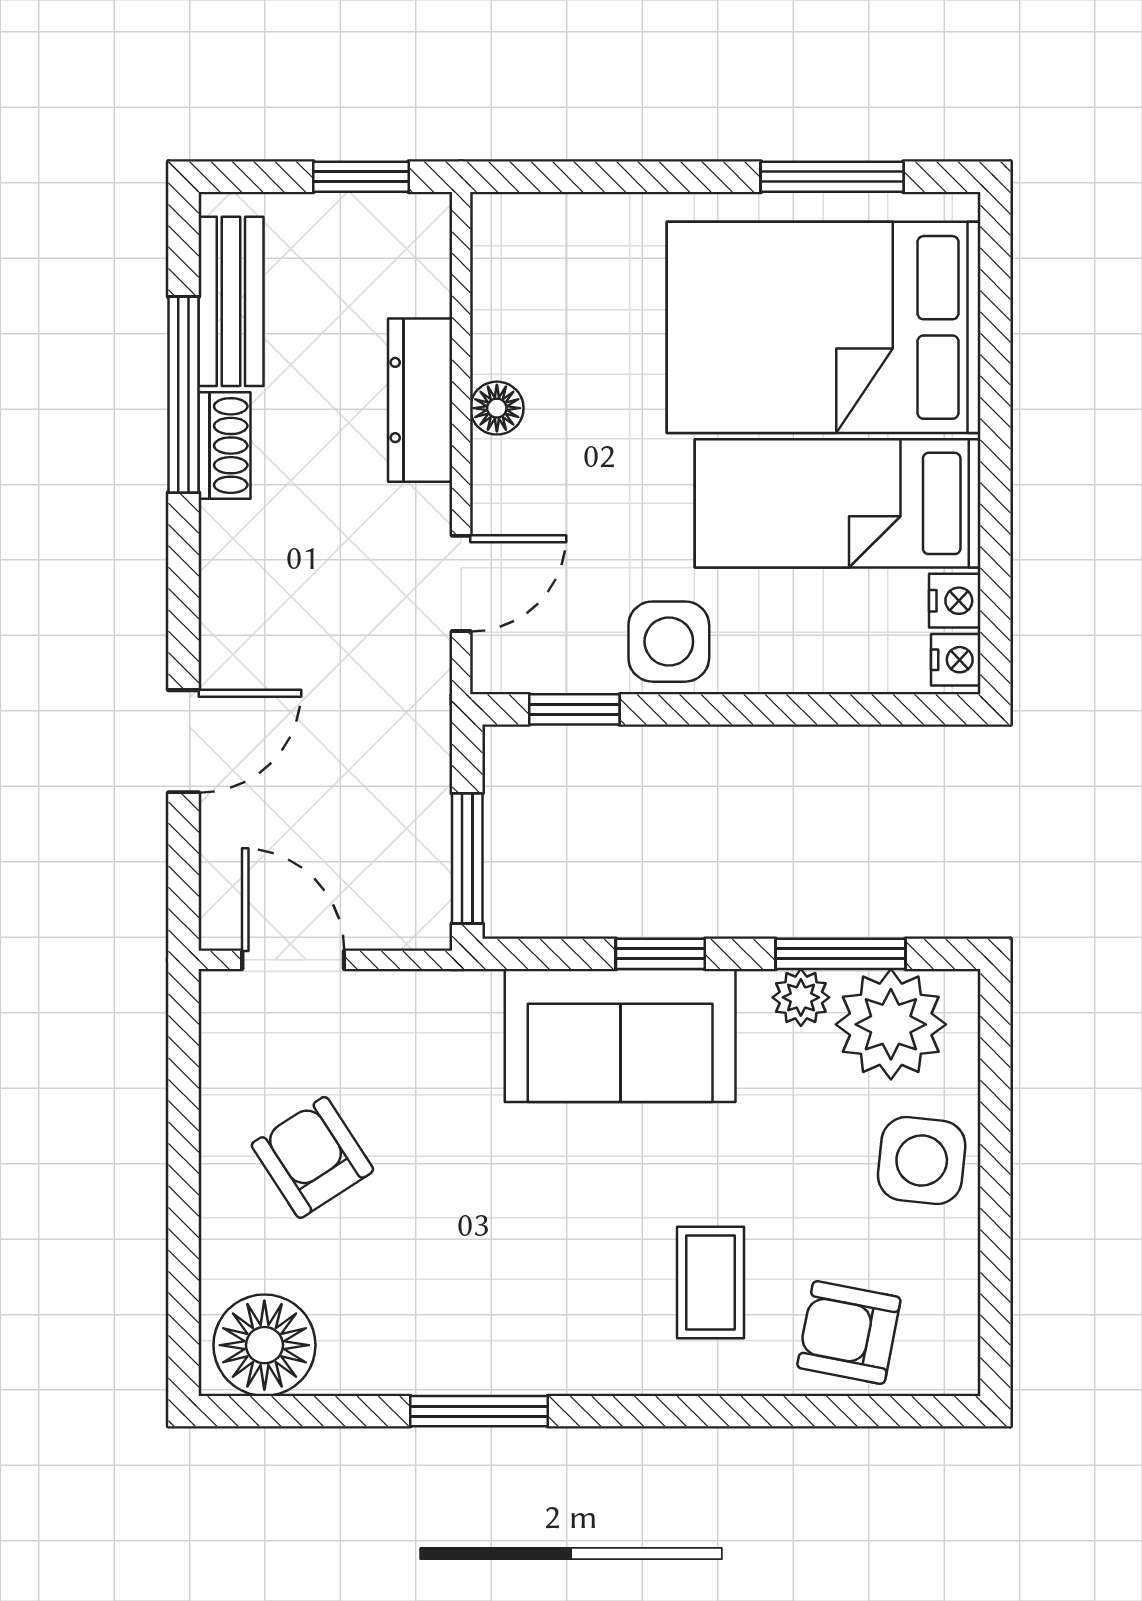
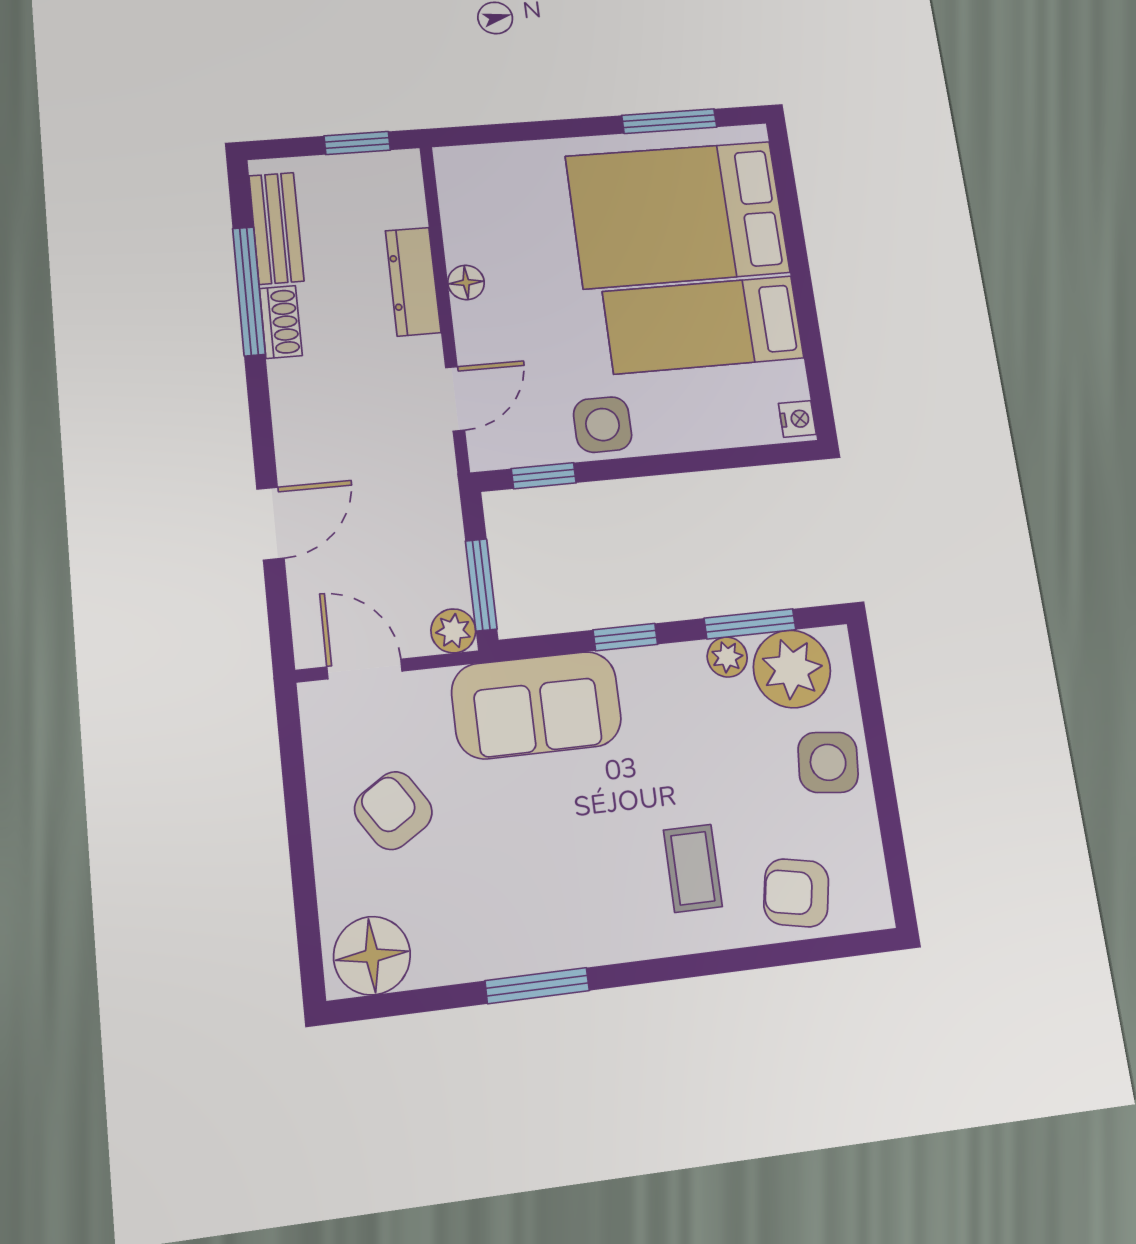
nightstand: (955, 601) -> (791, 381), removed
plant: (421, 920) -> (453, 631), added
sofa: (620, 1036) -> (536, 705), moved

